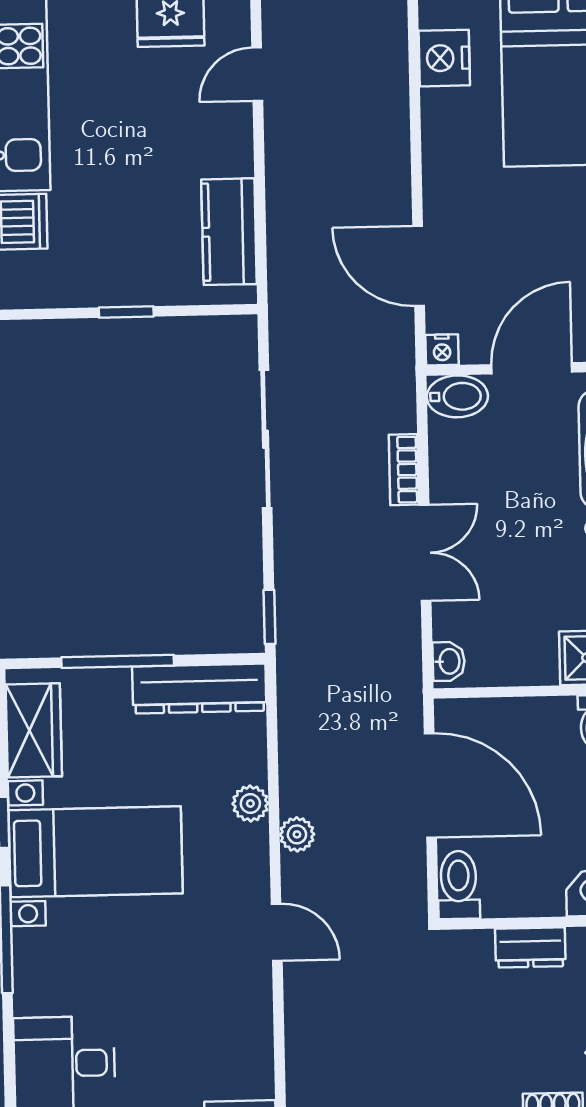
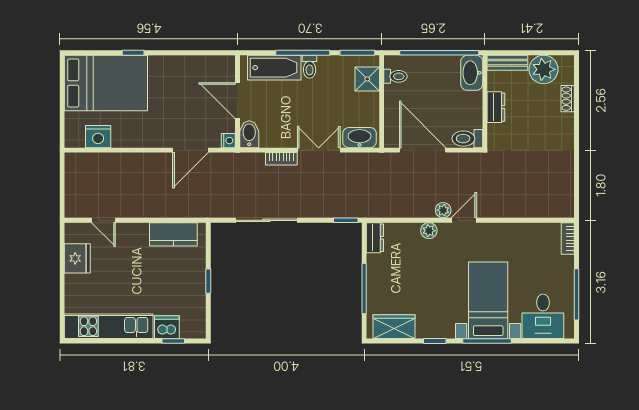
washbasin: (449, 661) -> (359, 138), width x1.91, depth x1.45
dresser: (199, 689) -> (375, 238), width x0.51, depth x0.80
door: (430, 785) -> (423, 150), hinge flipped
bed with nightstands: (96, 852) -> (488, 300), moved
door: (277, 932) -> (464, 220), moved

